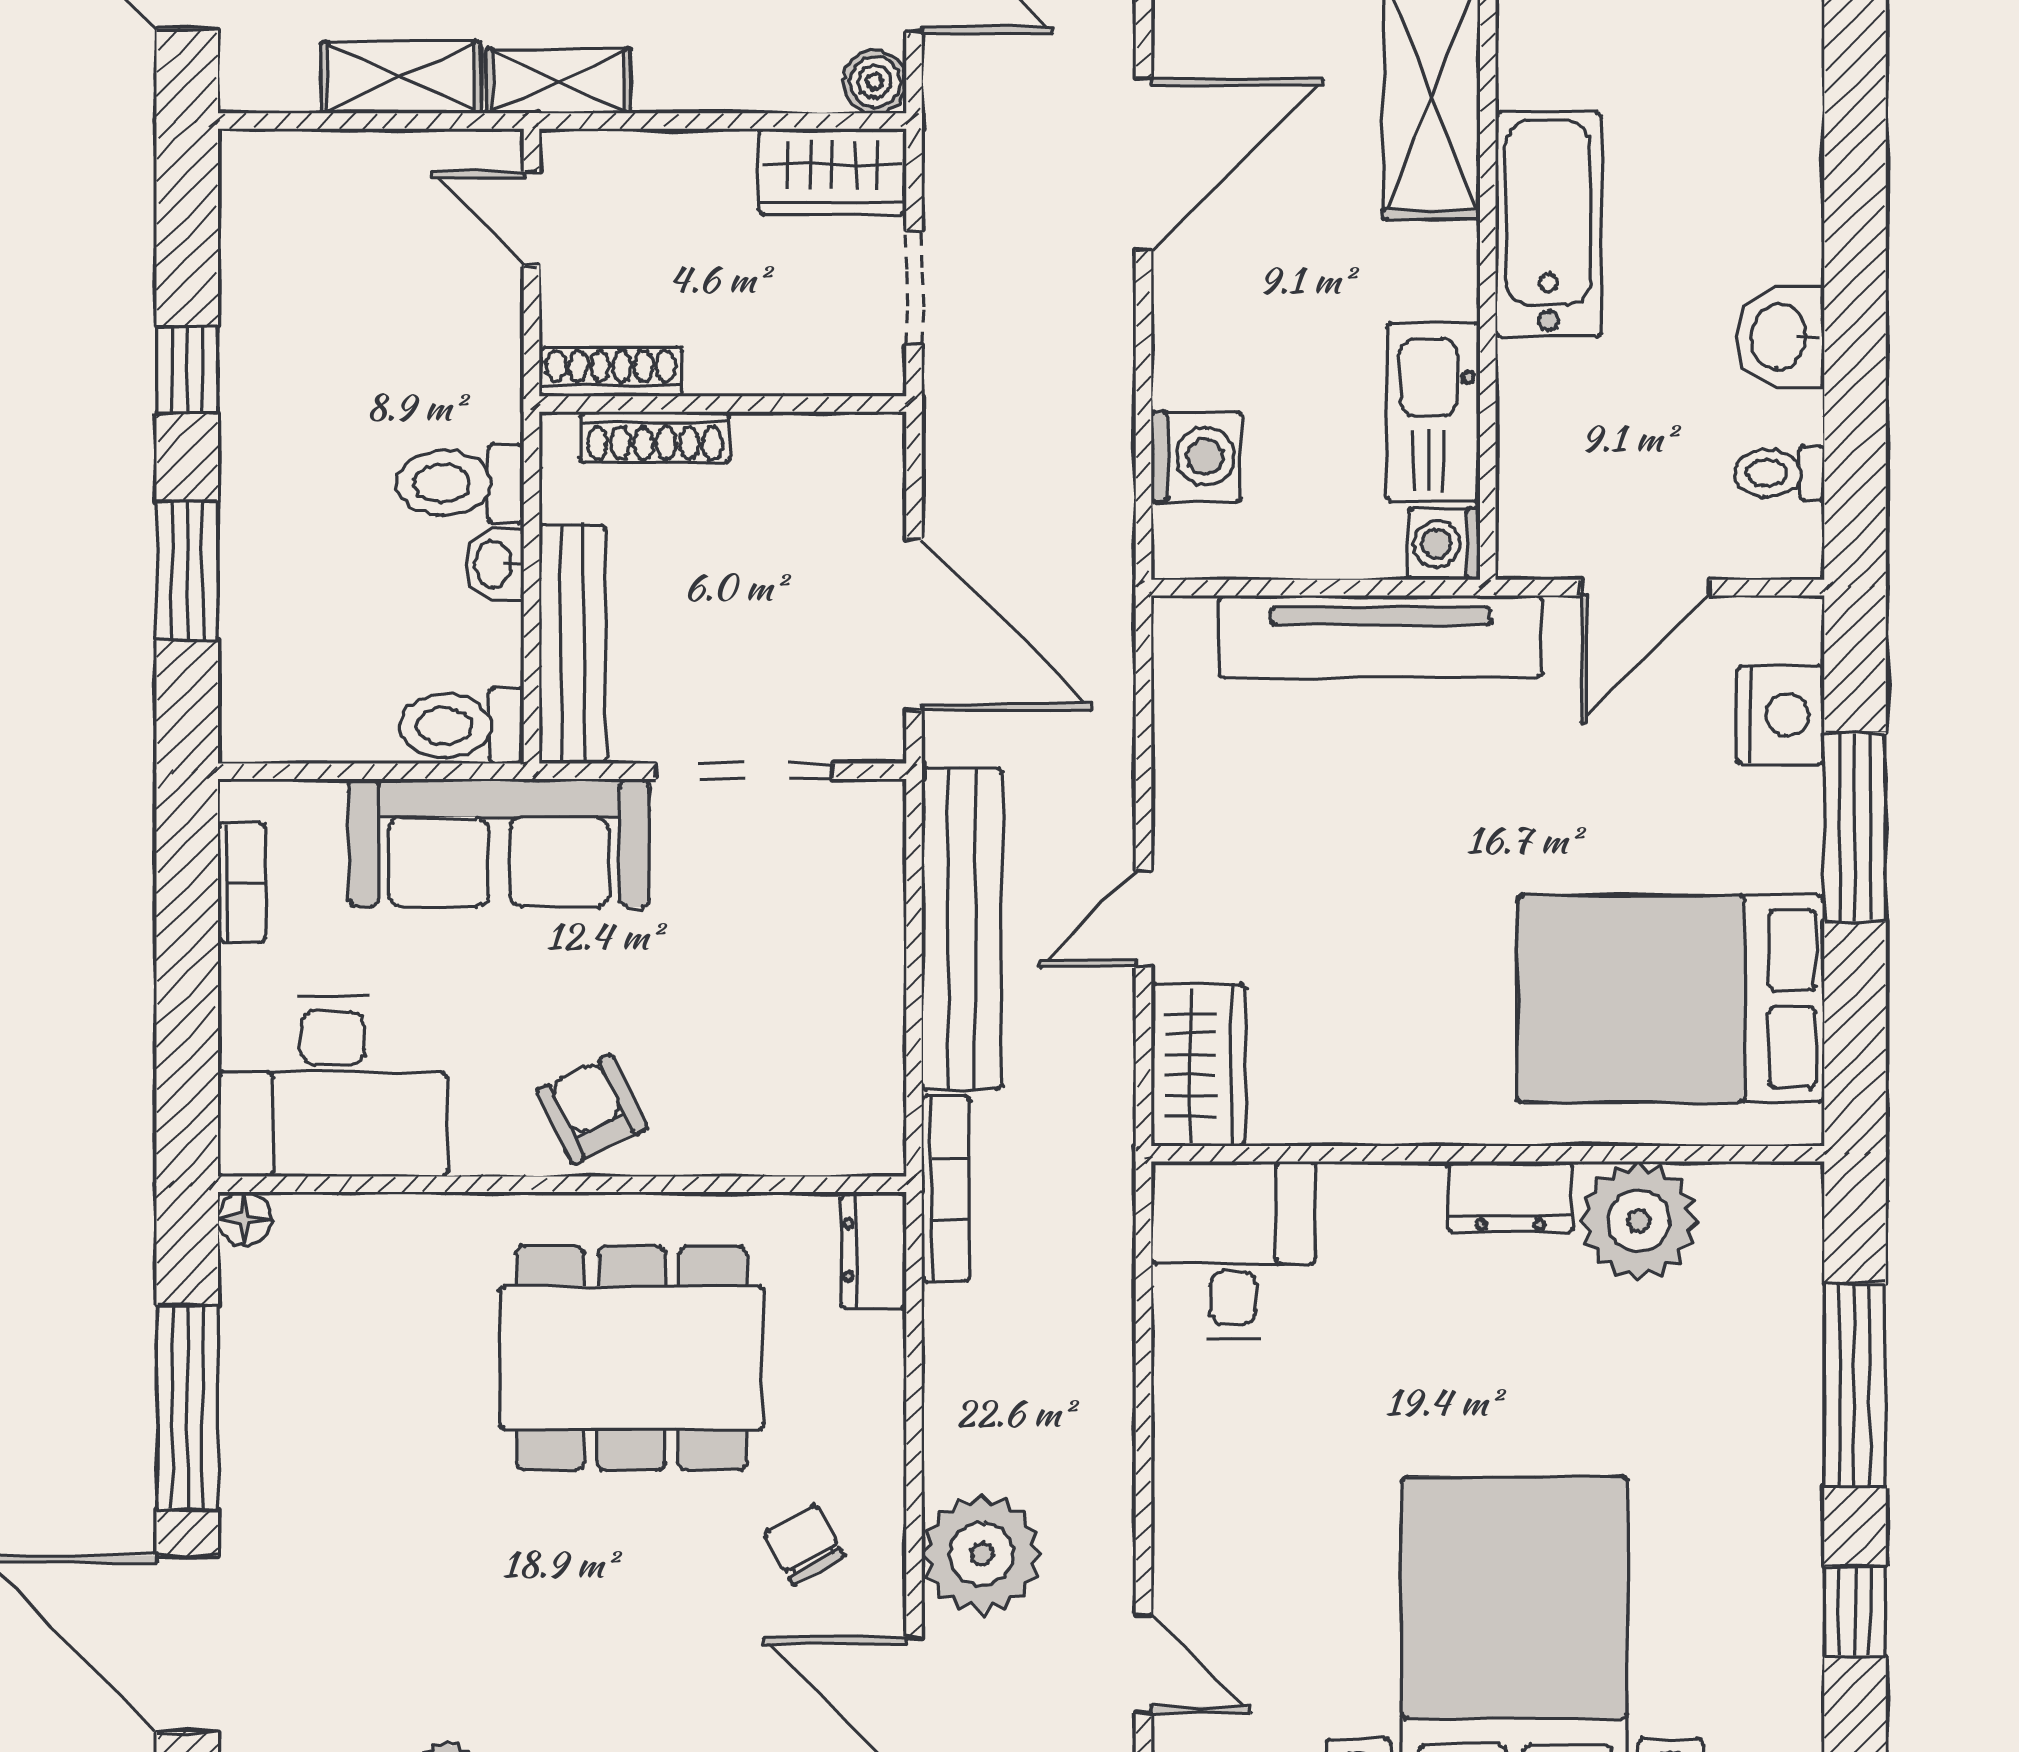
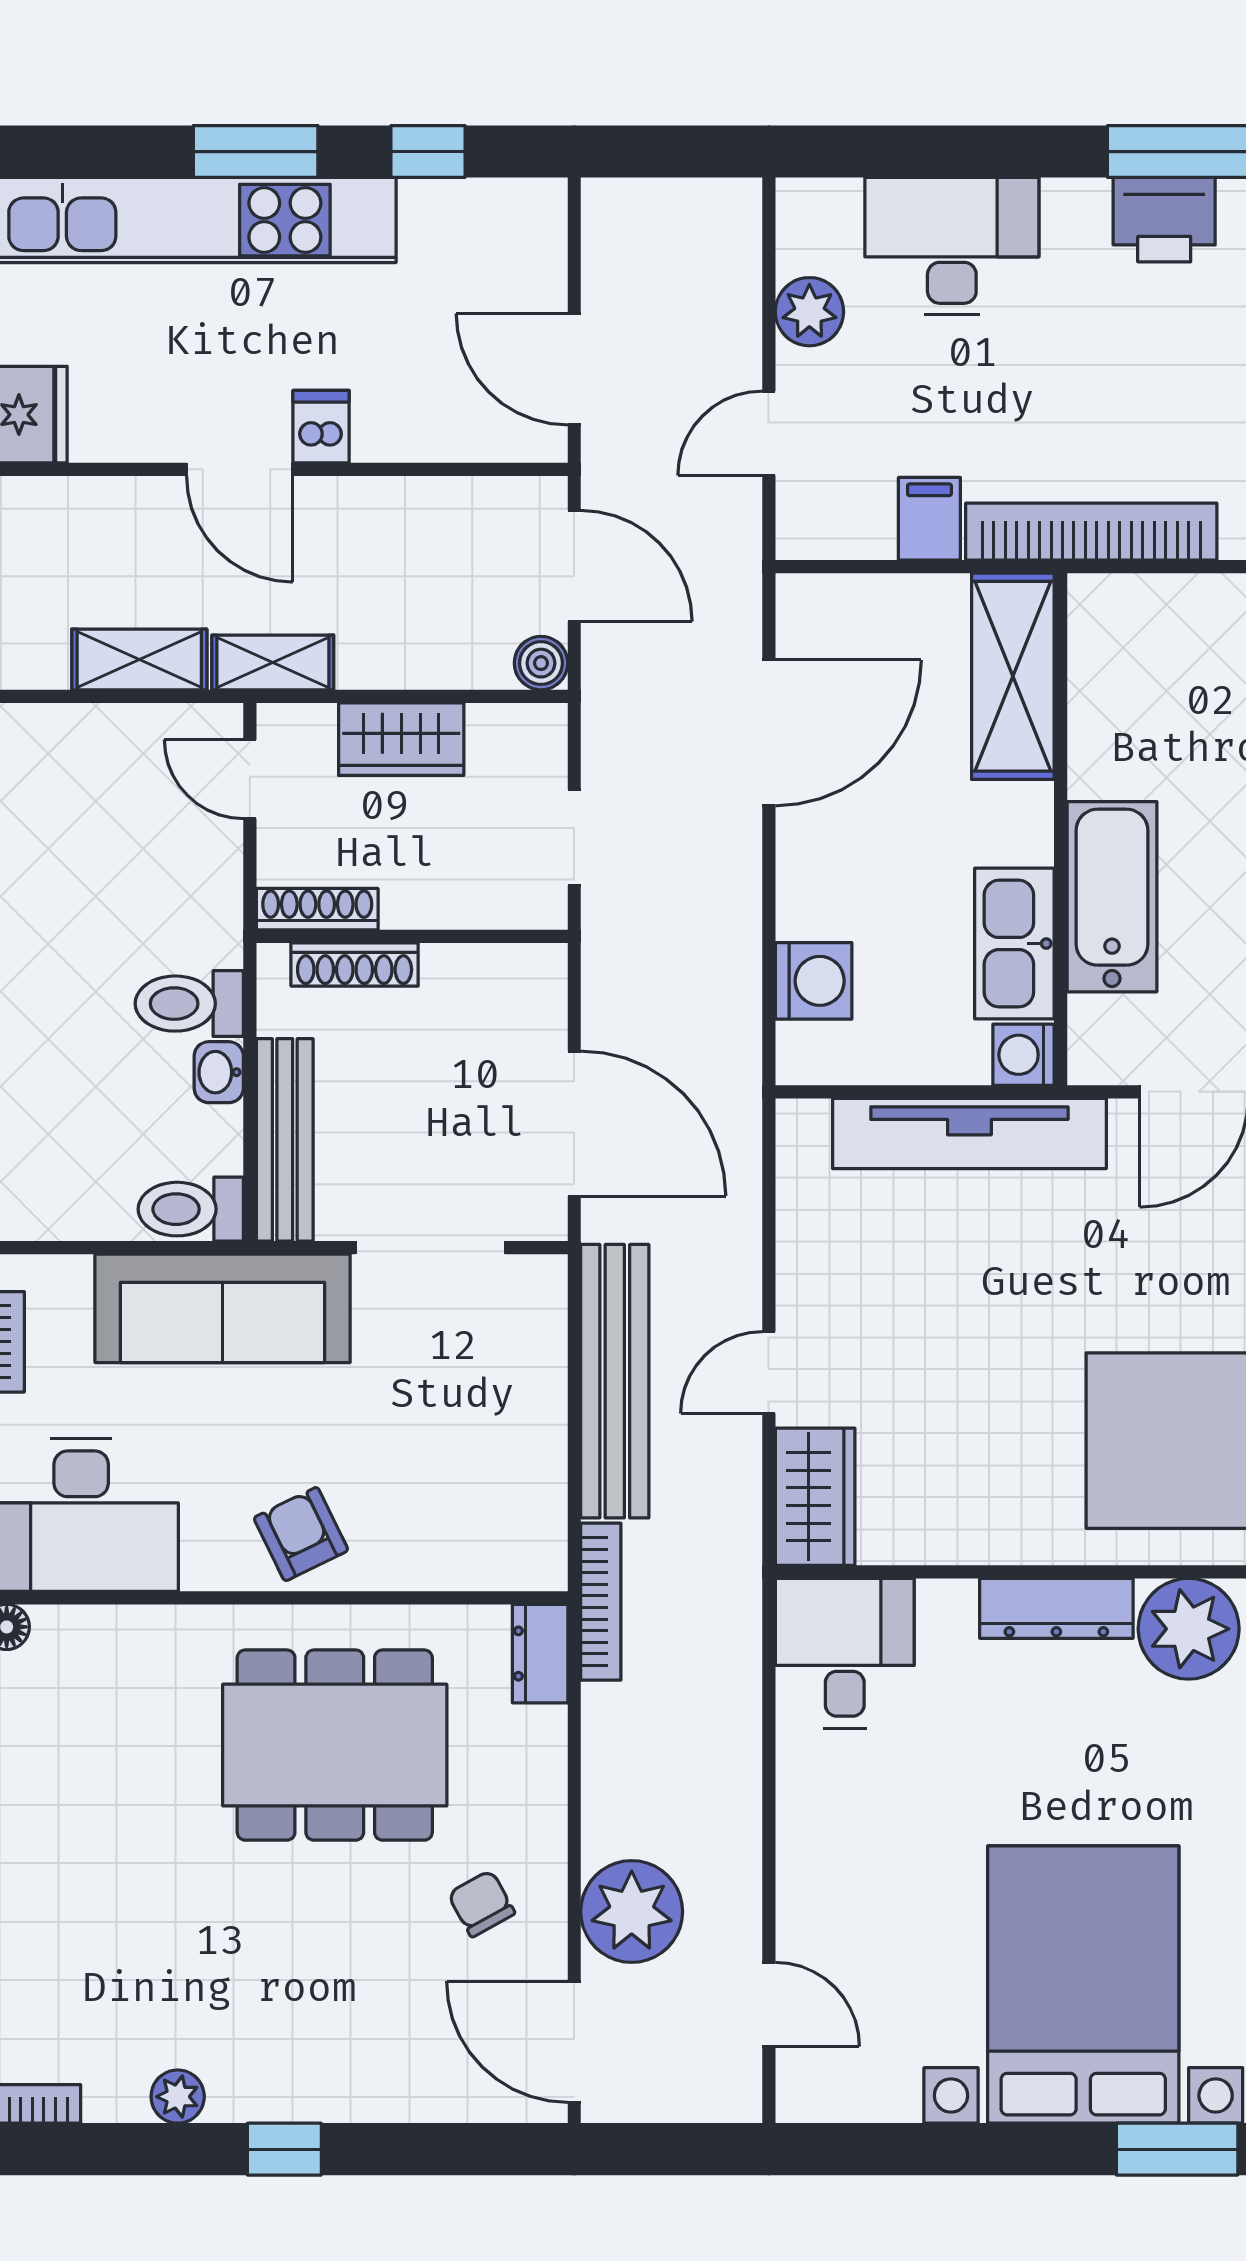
wardrobe: (832, 171) -> (401, 739), moved
bathtub: (1548, 224) -> (1112, 897), moved
dresser: (1510, 1197) -> (1056, 1608), width x1.44

